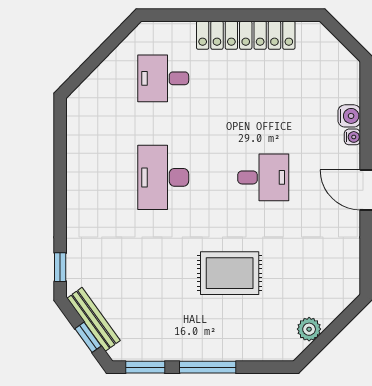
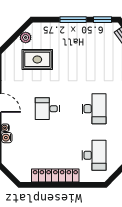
desk: (163, 78) -> (94, 155), width x1.37
rug: (230, 273) -> (37, 59), moved

